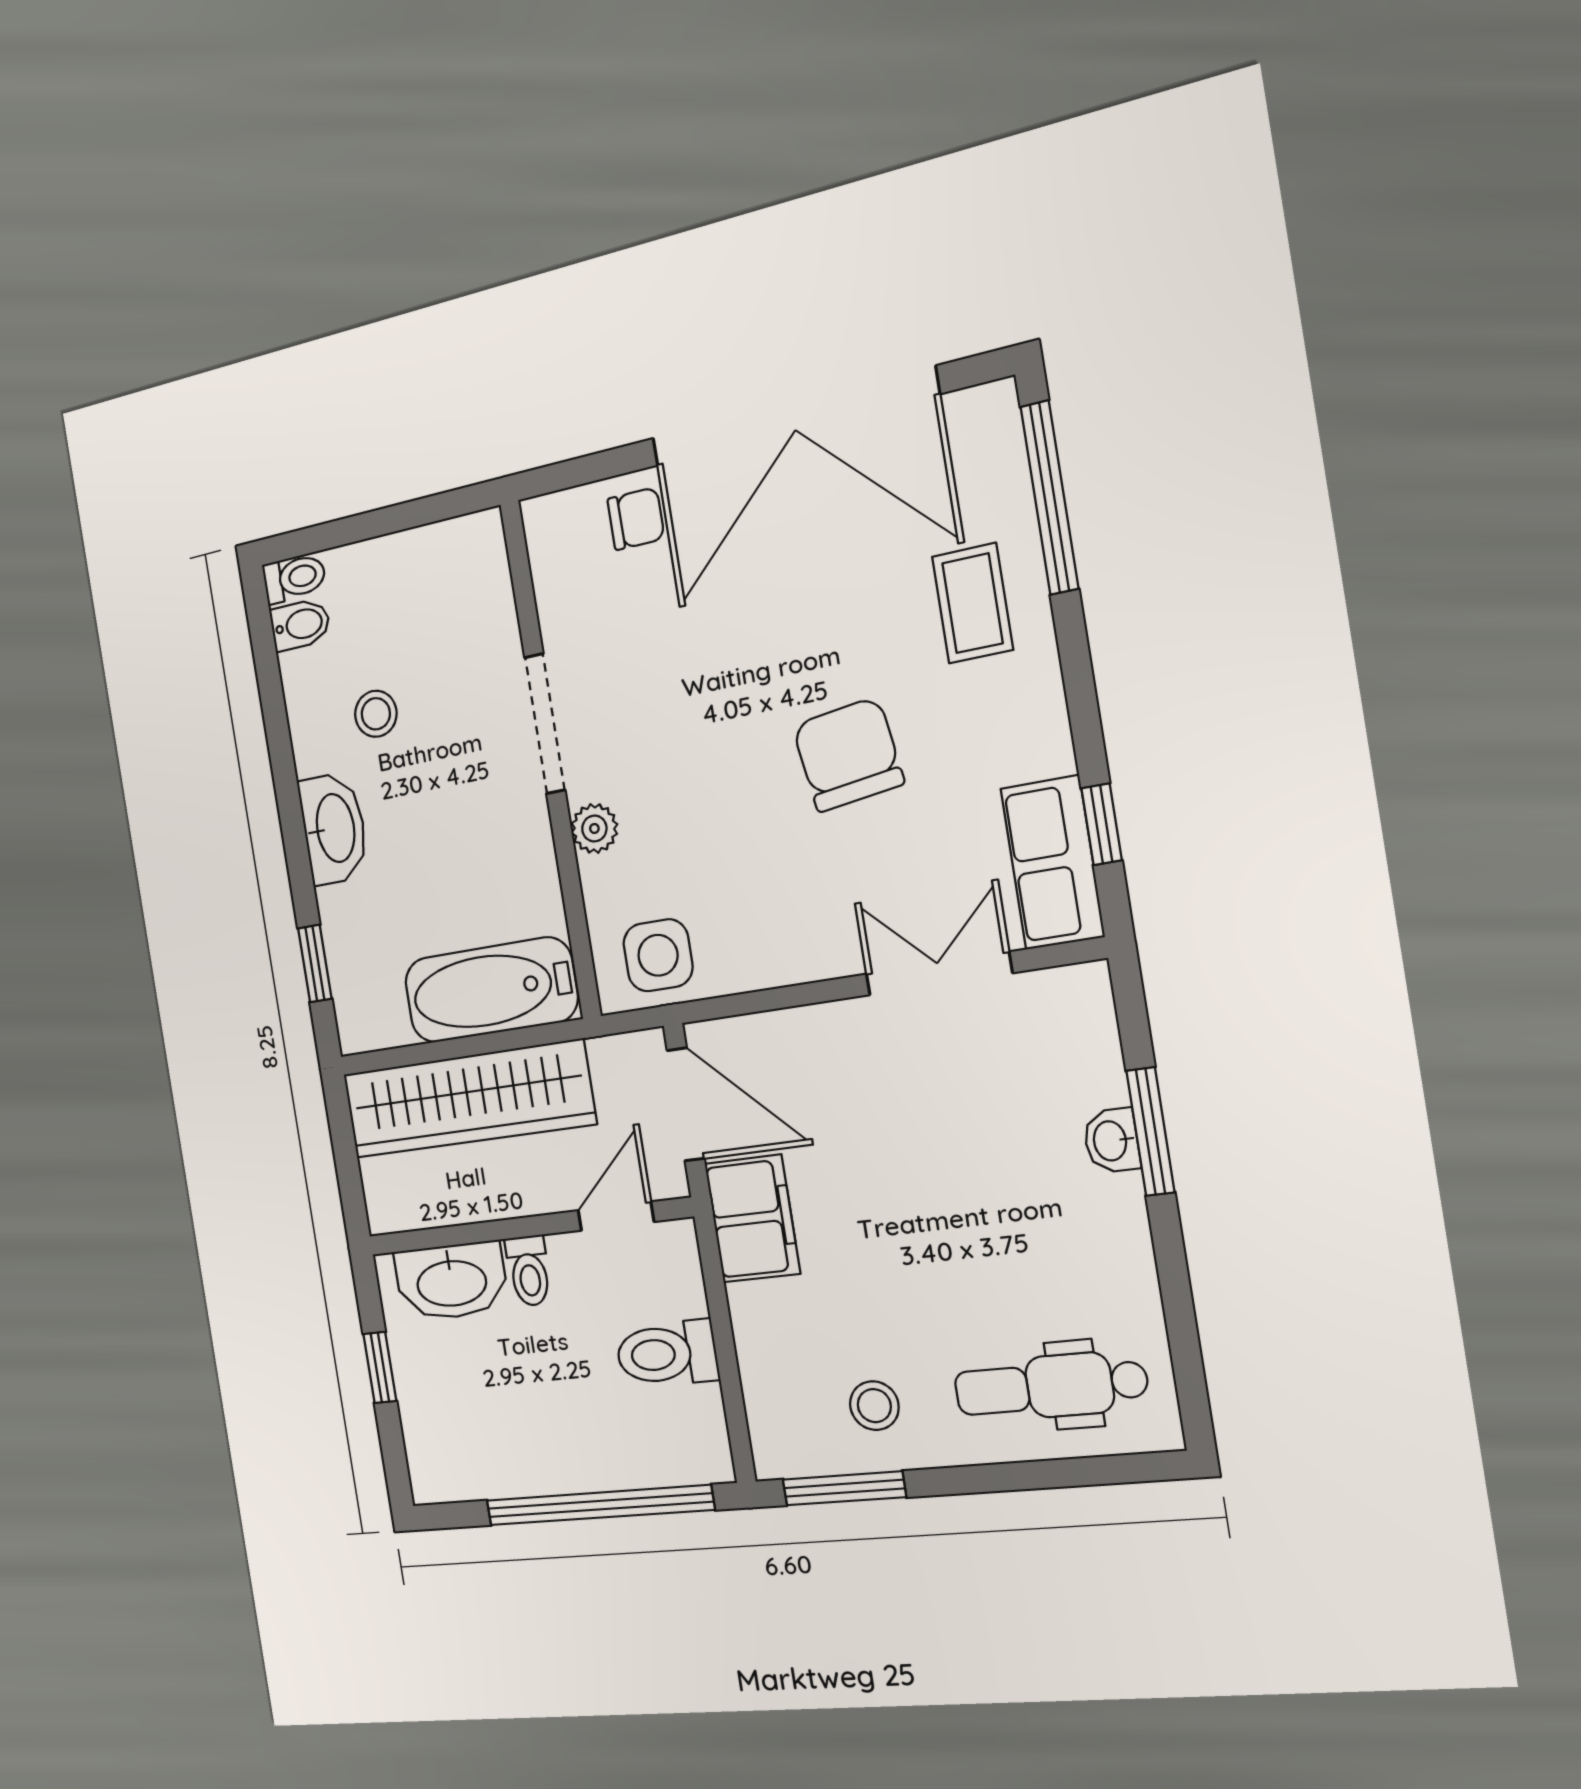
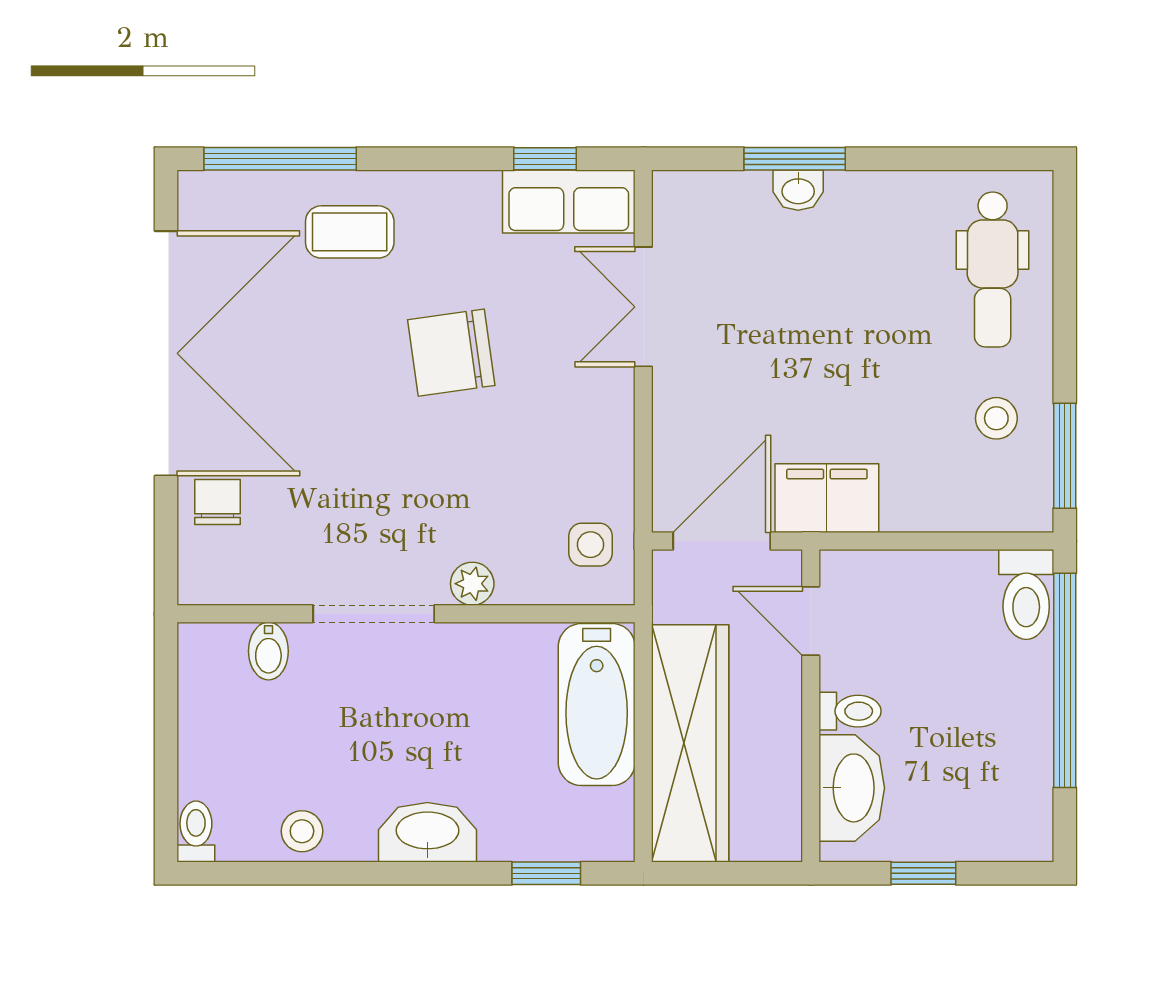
bidet: (300, 625) -> (268, 651), moved, turned 180
stool: (376, 714) -> (302, 831), moved
side table: (658, 955) -> (591, 545), width x0.73, depth x0.73
toilet: (667, 1354) -> (1026, 595), moved

